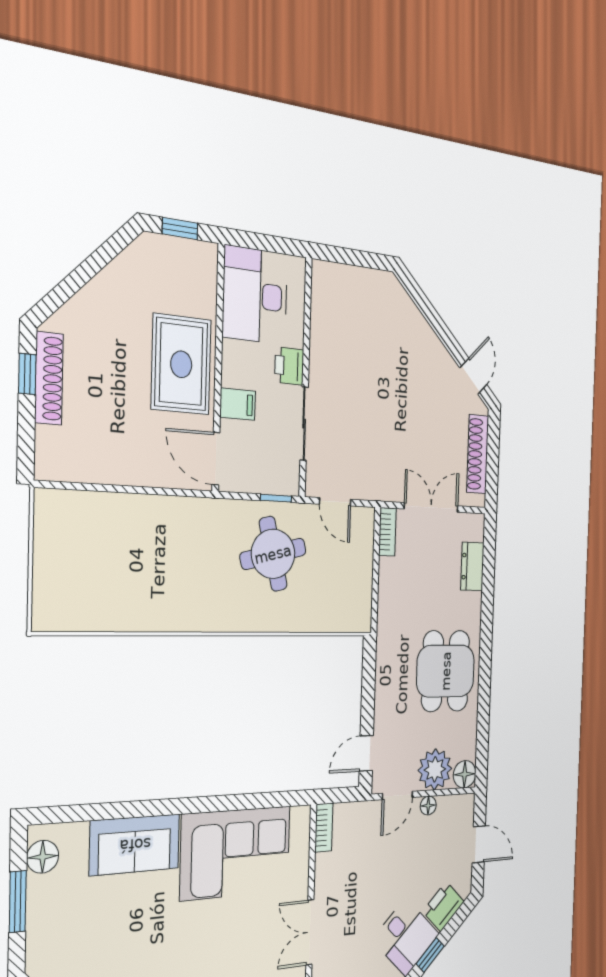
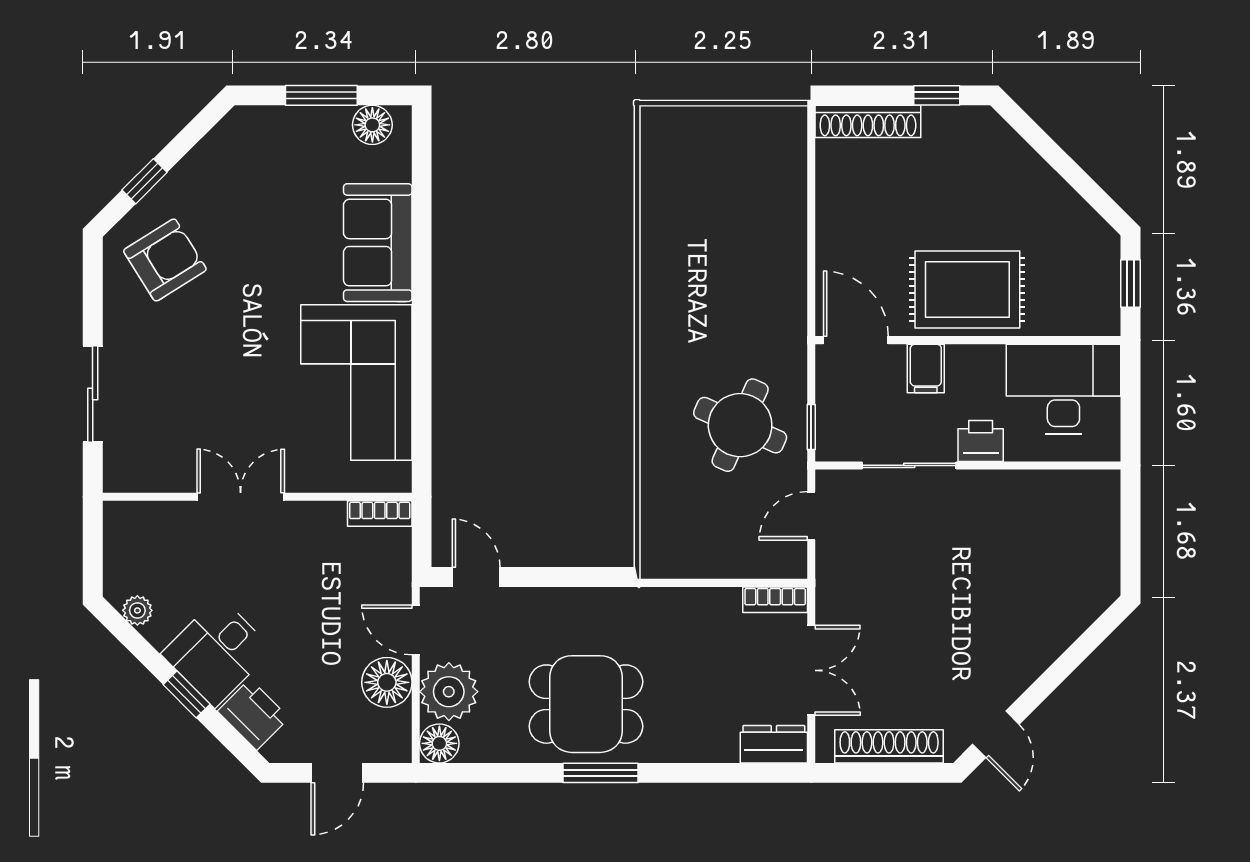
door: (473, 376) -> (996, 734), hinge flipped
shoe rack: (49, 378) -> (868, 121), moved
door: (216, 459) -> (856, 340), hinge flipped
round table: (273, 554) -> (740, 425), turned 38
dresser: (472, 566) -> (774, 744), moved
window: (485, 660) -> (600, 773), added
floor lamp: (428, 806) -> (387, 682), width x1.89, depth x1.89

